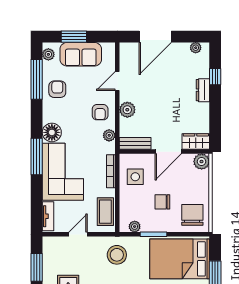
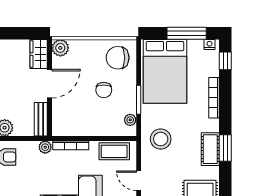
plant: (109, 135) -> (45, 147), moved
door: (168, 152) -> (50, 84), hinge flipped
side table: (135, 177) -> (77, 119), removed

